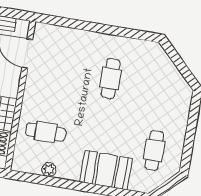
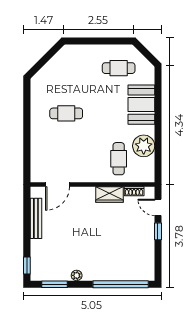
plant: (49, 170) -> (144, 146), width x1.87, depth x1.87

